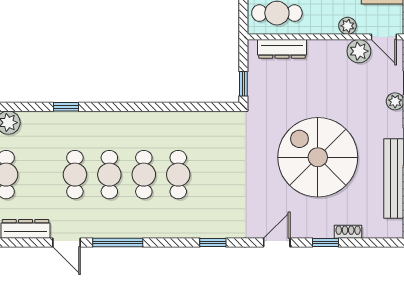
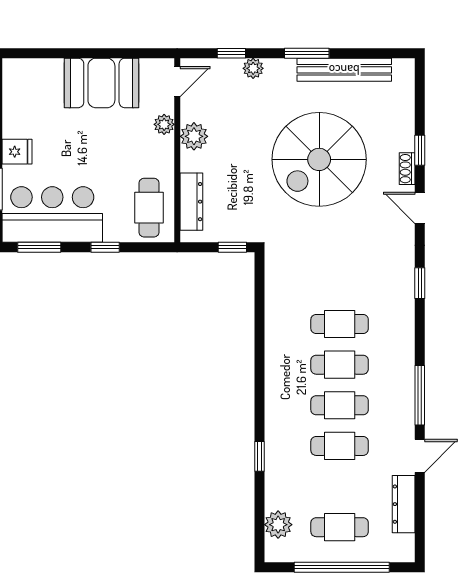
plant: (359, 51) -> (194, 136), moved
shoe rack: (348, 232) -> (407, 169), moved

